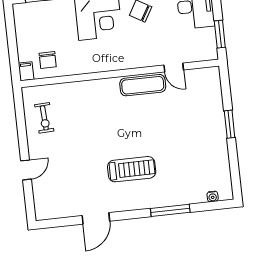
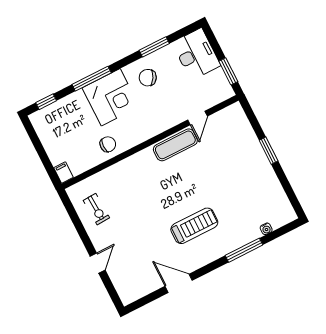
chair: (48, 60) -> (108, 144), moved, turned -90
door: (174, 67) -> (198, 118), hinge flipped
water cooler: (213, 196) -> (266, 229), moved
door: (96, 218) -> (179, 283), swing flipped

